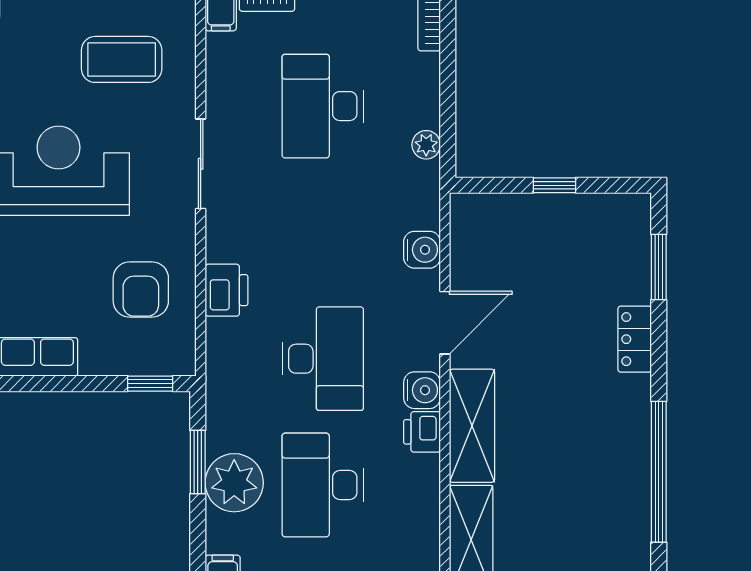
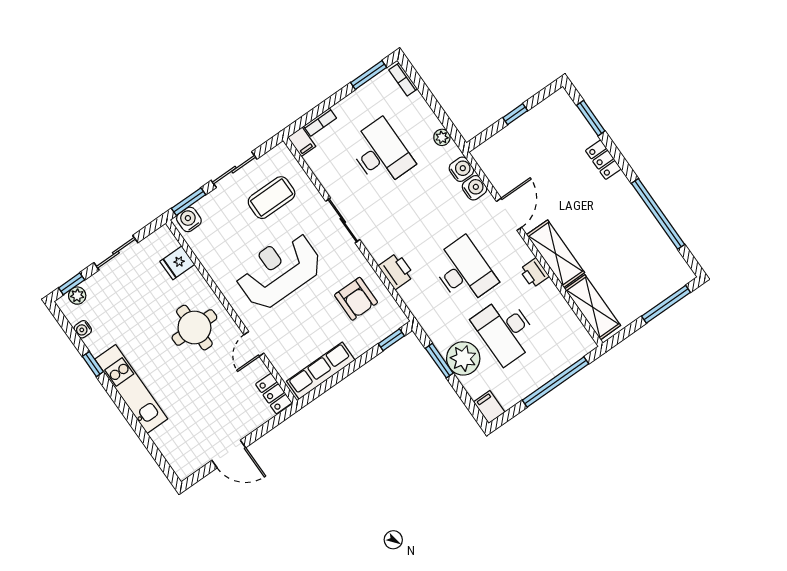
desk: (323, 106) -> (381, 153), turned 180
water cooler: (422, 390) -> (461, 169), moved

